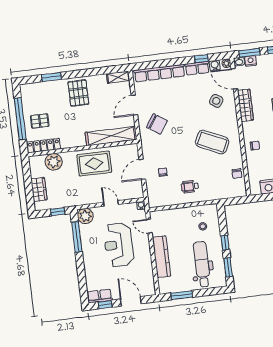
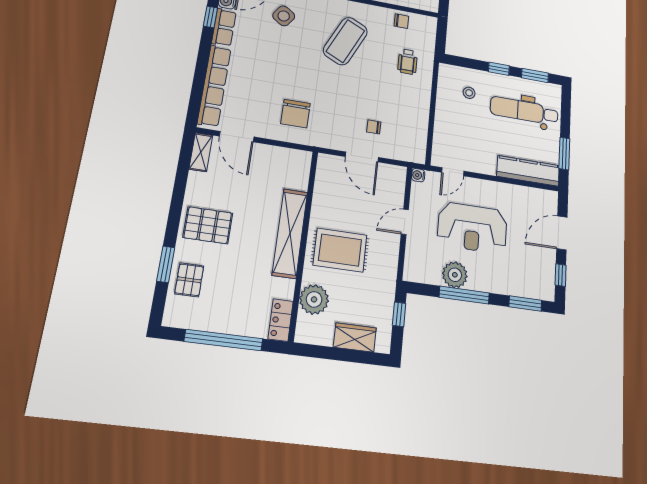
door: (134, 105) -> (237, 137), moved
pallet: (40, 121) -> (189, 280), moved
chair: (157, 124) -> (295, 114), turned 146
shelving: (111, 136) -> (290, 233), moved
locker: (44, 146) -> (281, 320), width x0.66
rug: (94, 164) -> (340, 250), moved, turned 90
wheelchair: (190, 187) -> (408, 62), moved
plant: (85, 216) -> (455, 275), moved
window: (77, 237) -> (464, 295), moved
kitchen counter: (162, 257) -> (528, 171), moved
window: (83, 285) -> (525, 304), added
row of seats: (100, 296) -> (546, 280), removed

